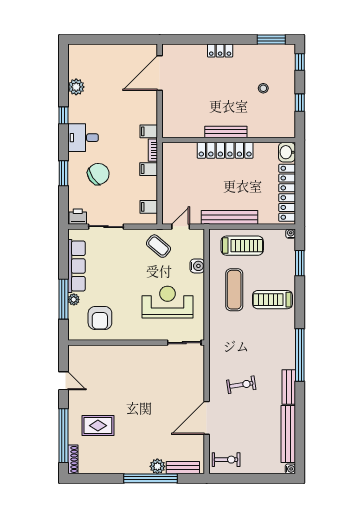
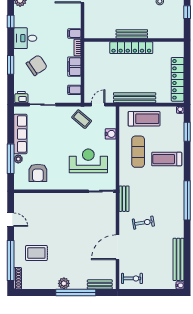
washbasin: (287, 152) -> (177, 49), removed
filing cabinet: (149, 169) -> (74, 67), width x2.00
bench: (289, 387) -> (124, 199), moved
plant: (157, 466) -> (64, 283), moved

